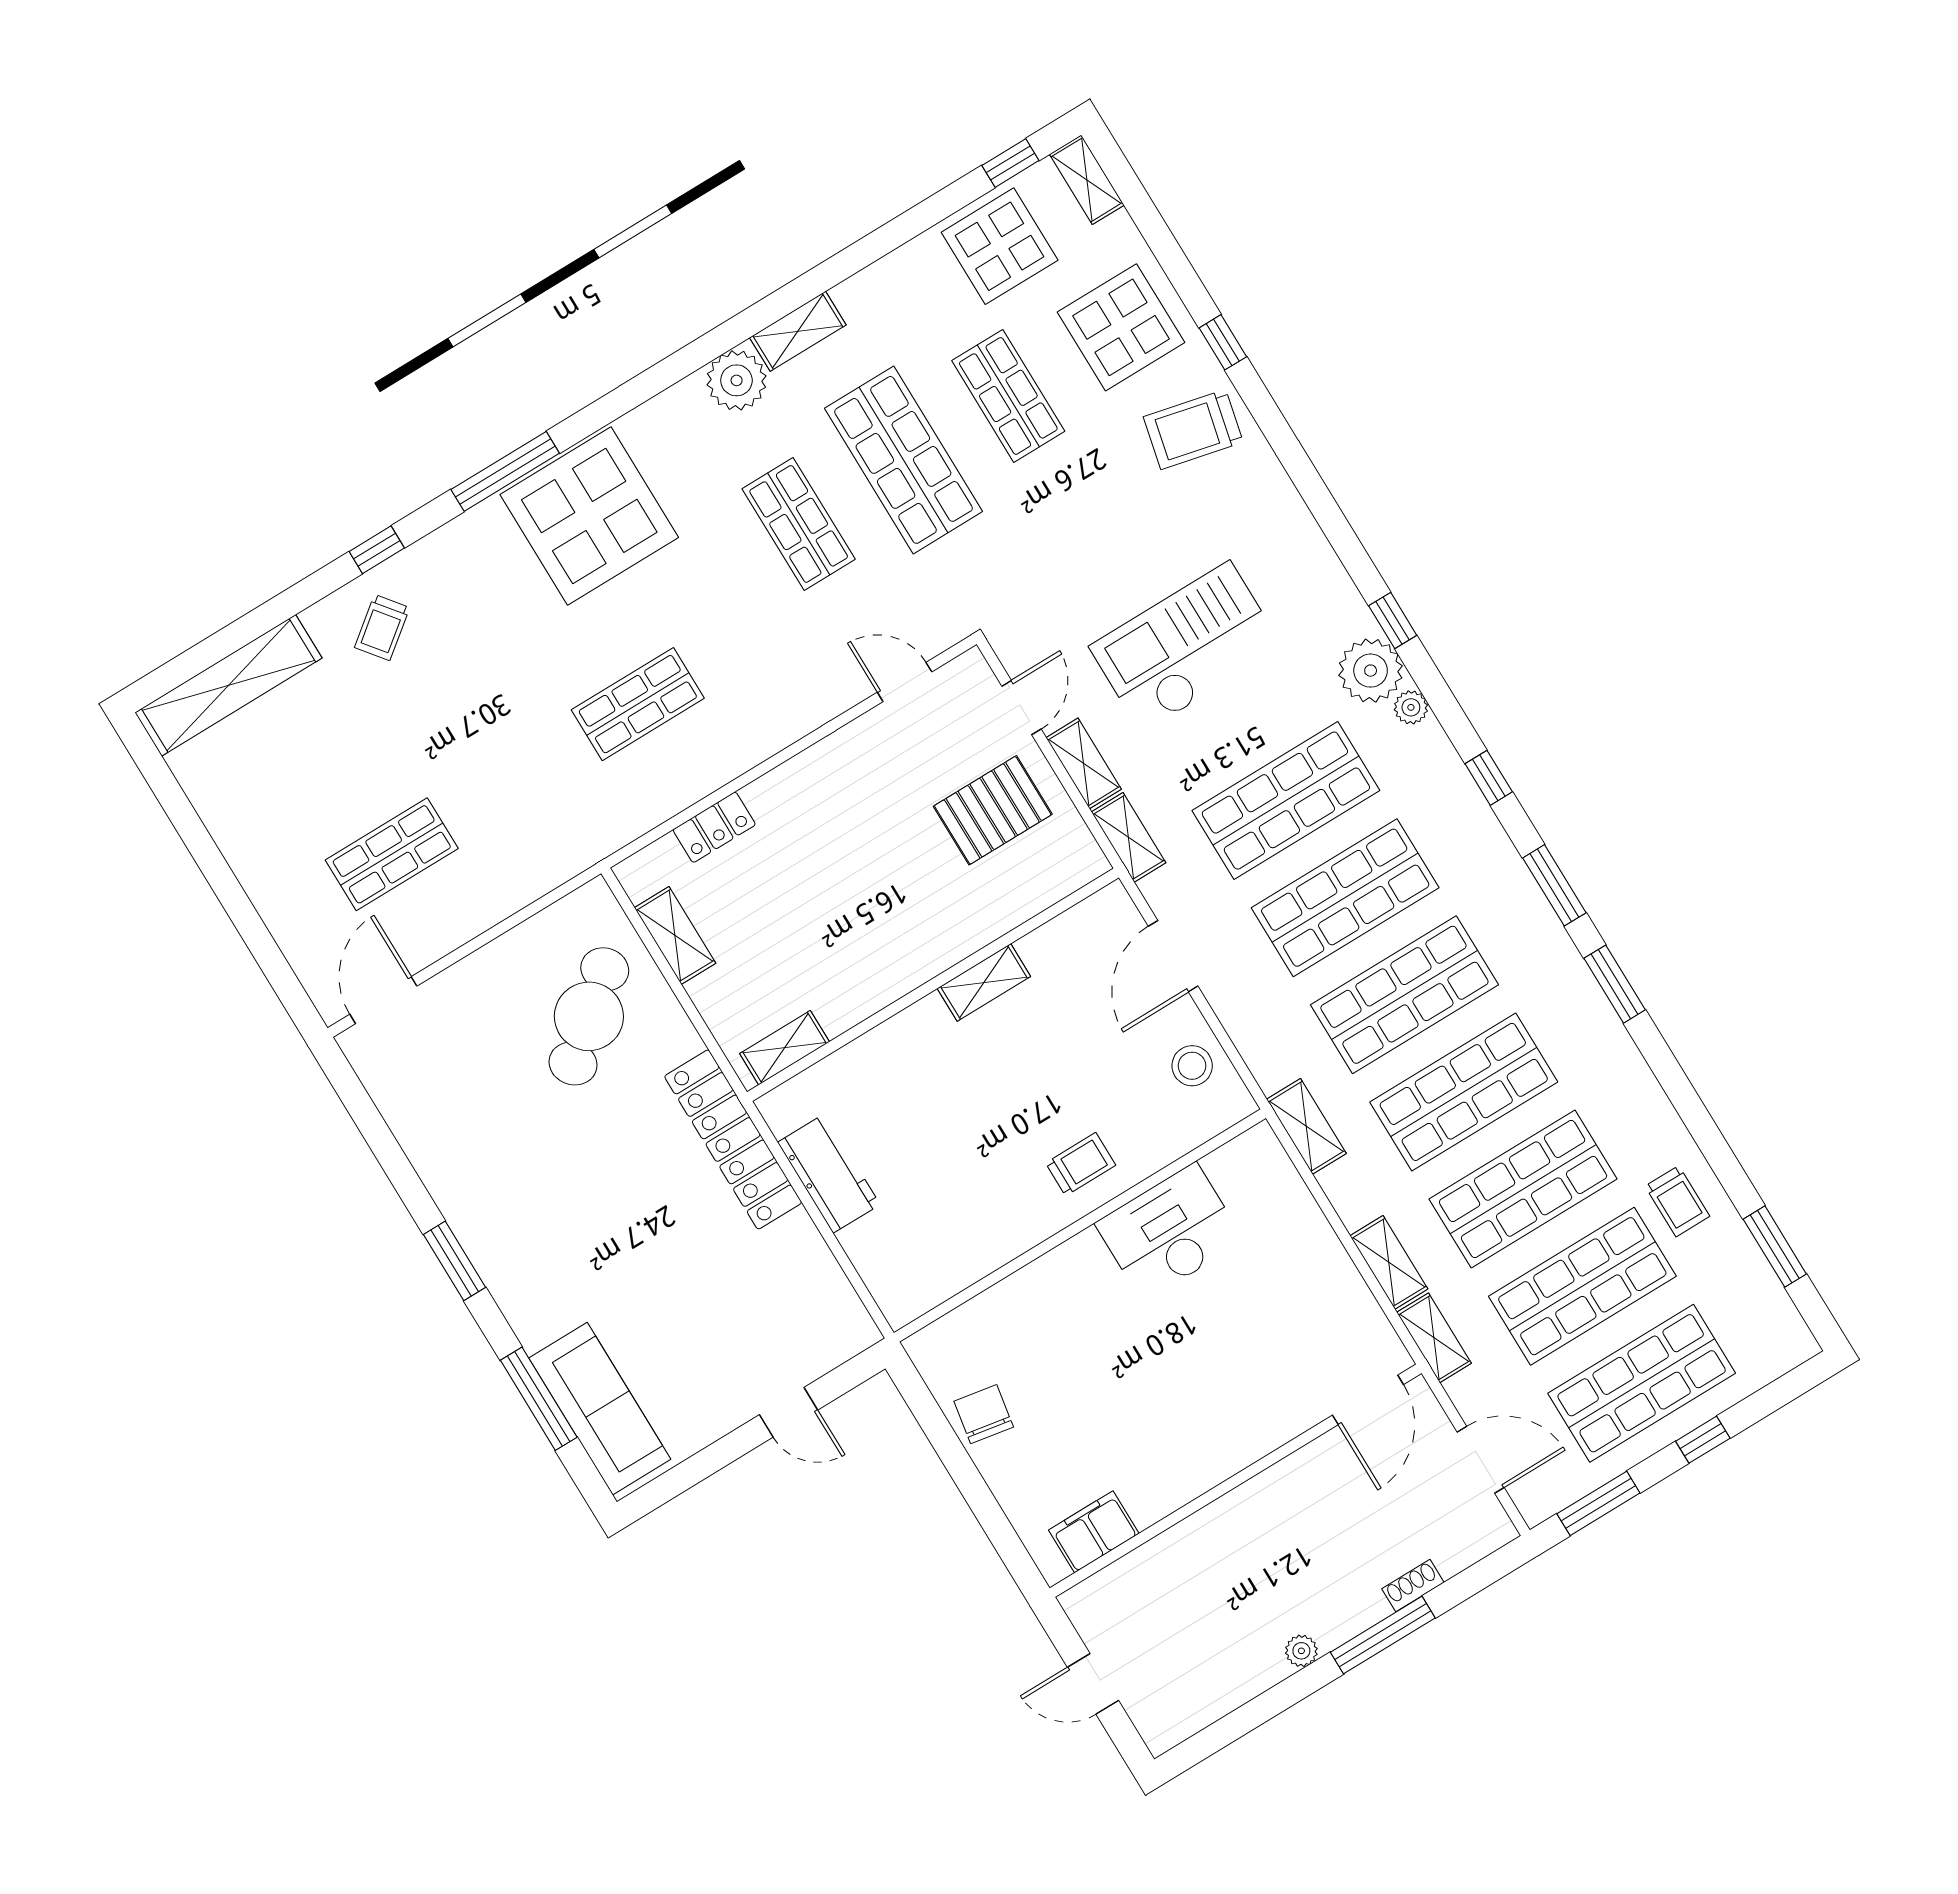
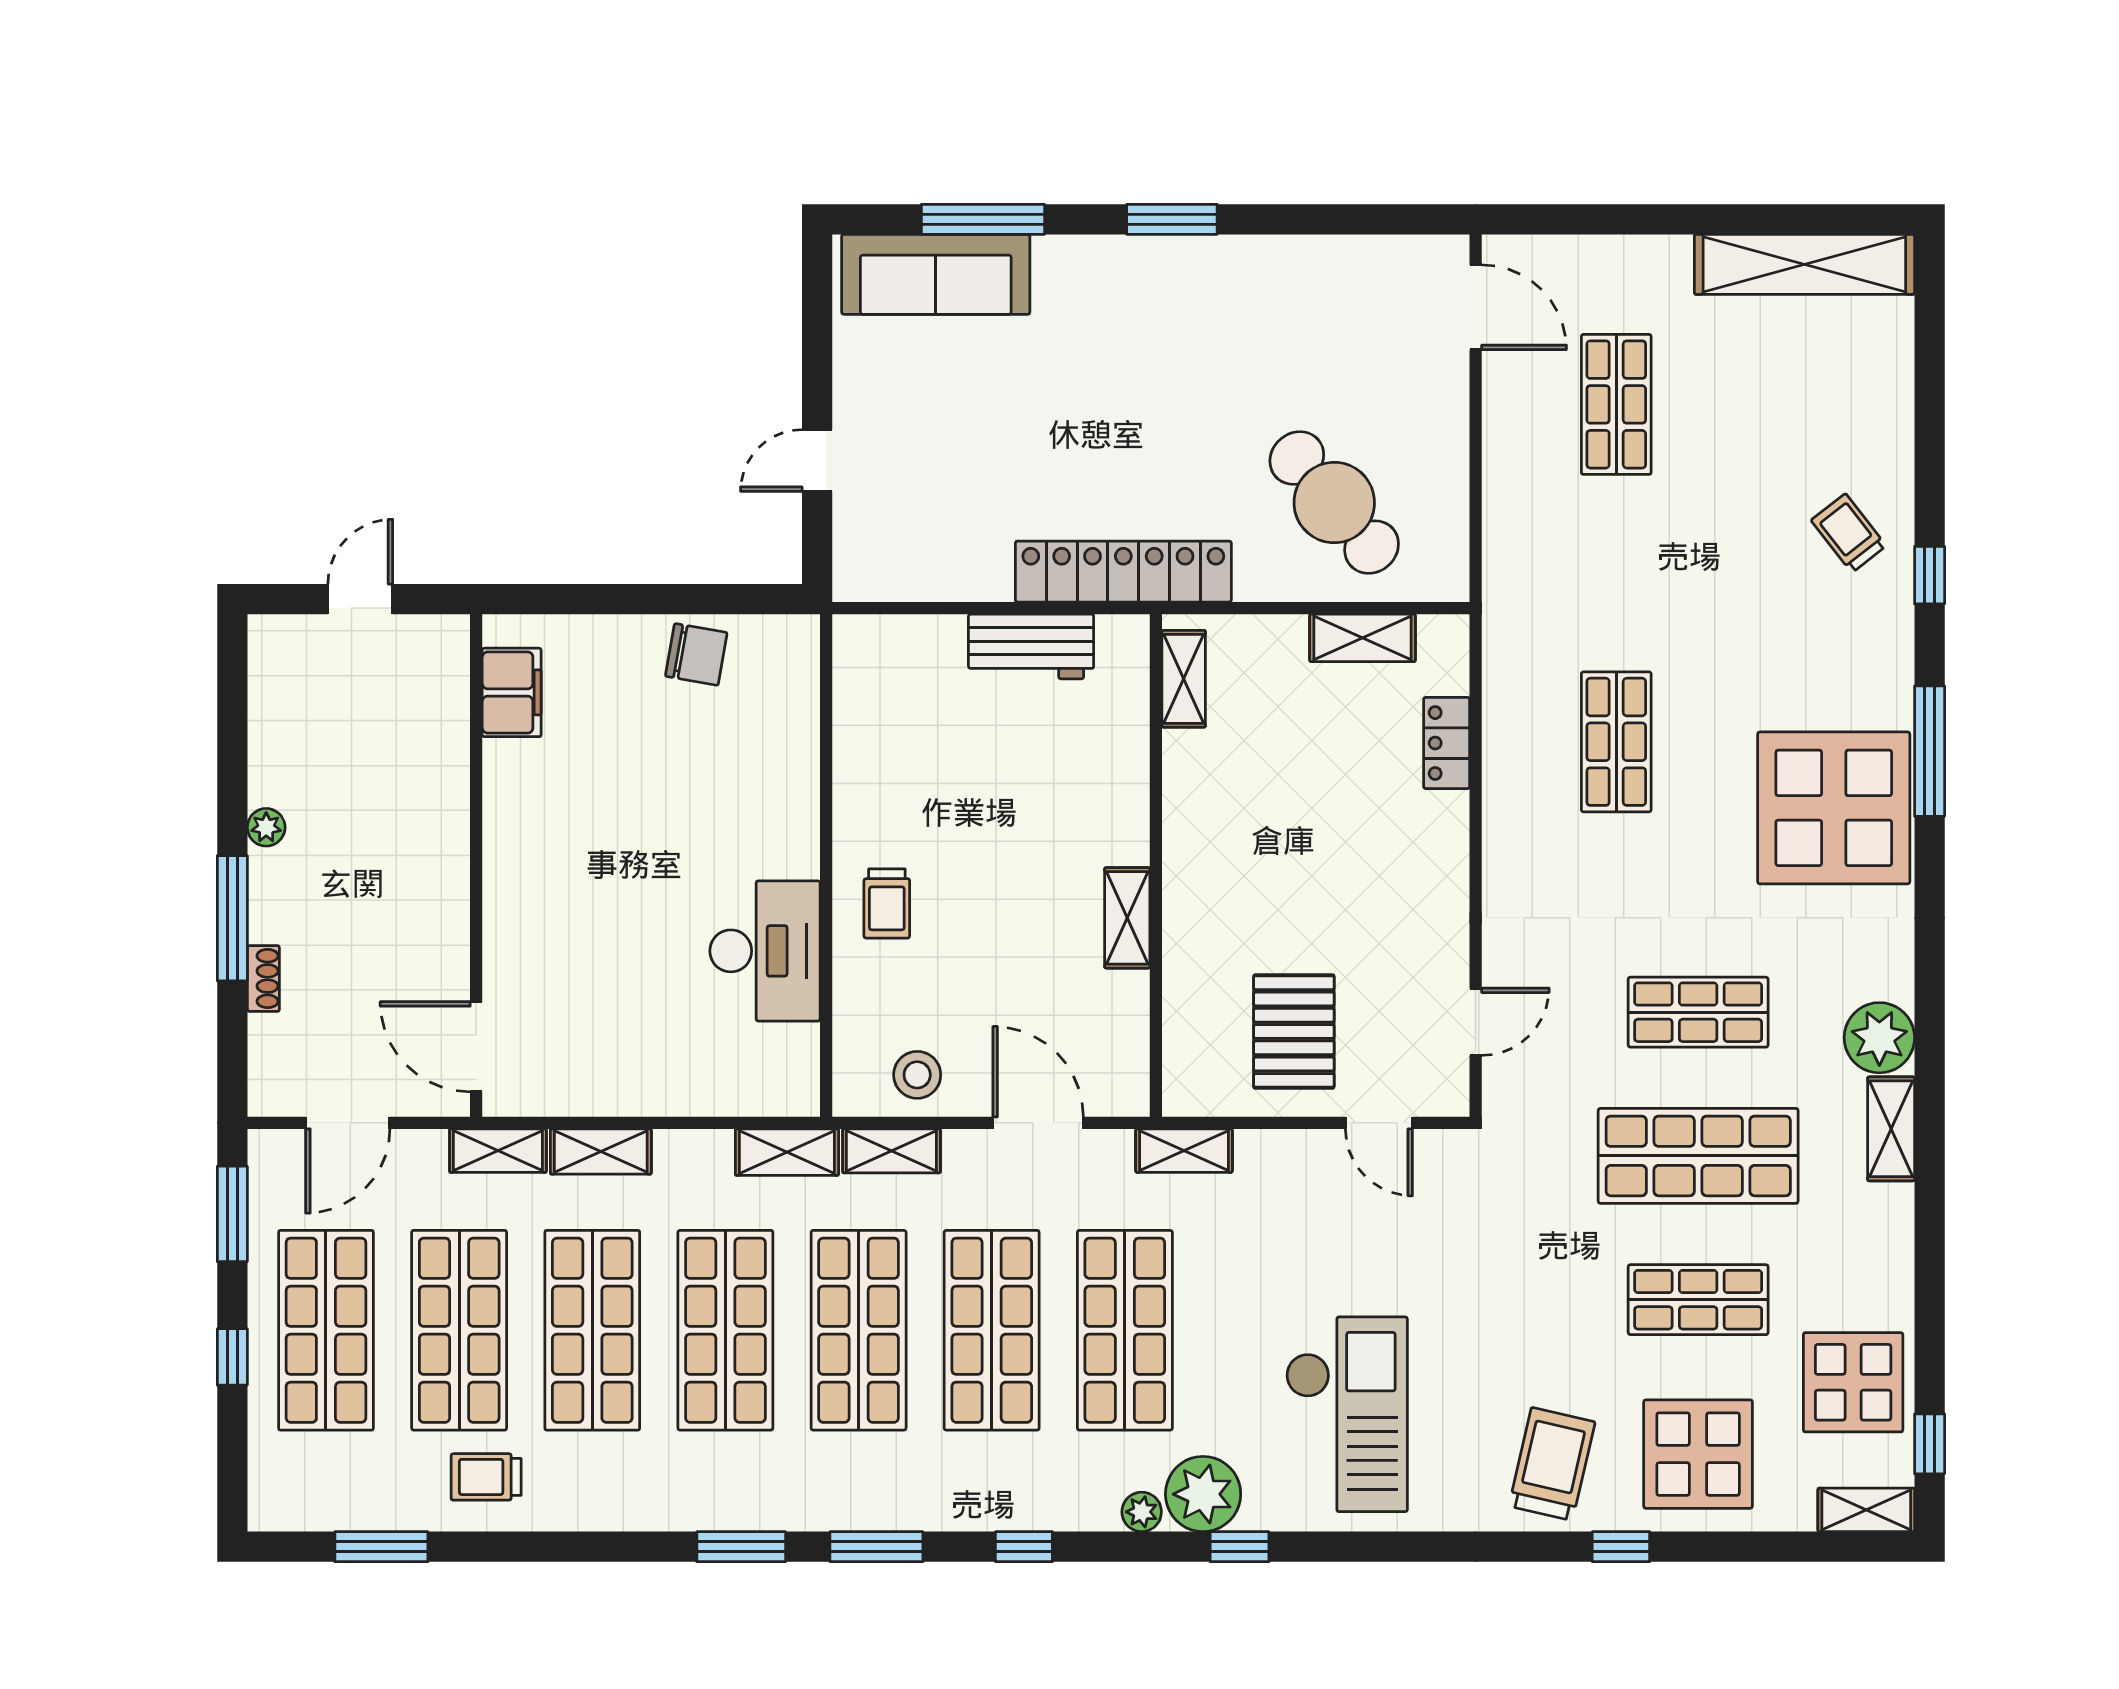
checkout: (1186, 647) -> (1347, 1414), moved
shelving: (229, 685) -> (1804, 264), moved, turned 90
shelving: (1084, 763) -> (891, 1151), moved

